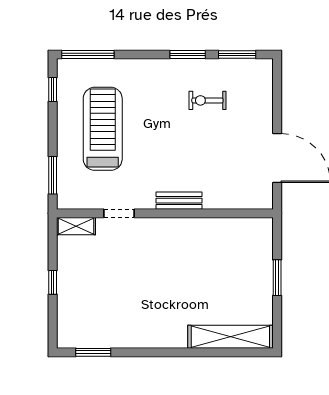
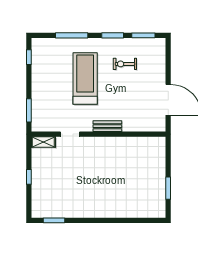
window: (88, 54) -> (72, 35), moved
treadmill: (103, 129) -> (85, 79), moved
window: (277, 278) -> (168, 188), moved
shelving: (230, 337) -> (139, 211), removed

